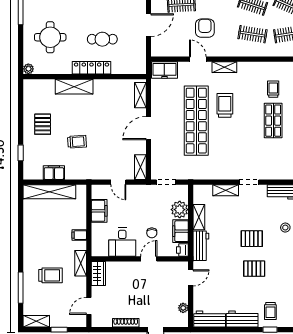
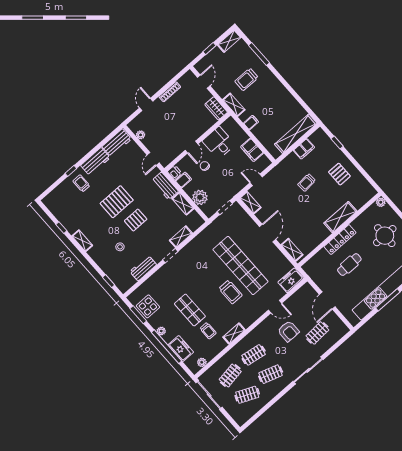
shelving: (224, 67) -> (234, 334), moved
filing cabinet: (180, 231) -> (183, 180), width x0.50
pallet: (254, 269) -> (117, 202), width x1.50, depth x1.42

